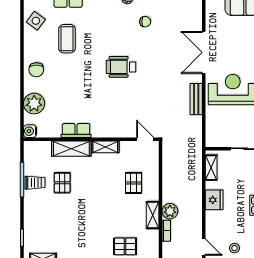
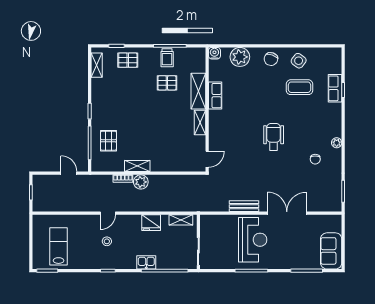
side table: (36, 21) -> (299, 61), moved
chair: (36, 70) -> (271, 59), turned -71
pallet: (133, 183) -> (128, 60), moved

